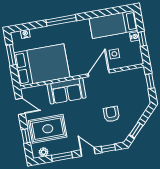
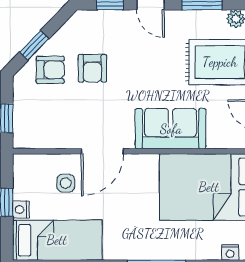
armchair: (132, 110) -> (50, 70), added
window: (136, 130) -> (34, 45), moved

